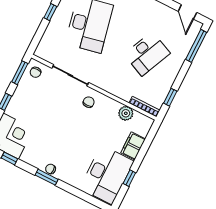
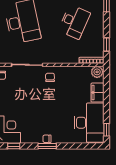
plant: (126, 113) -> (97, 72), moved
window: (129, 178) -> (106, 130), moved

